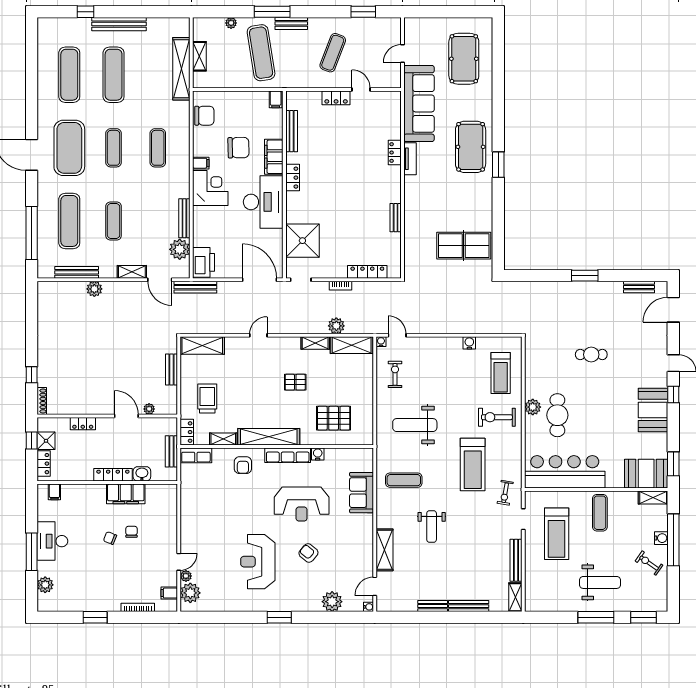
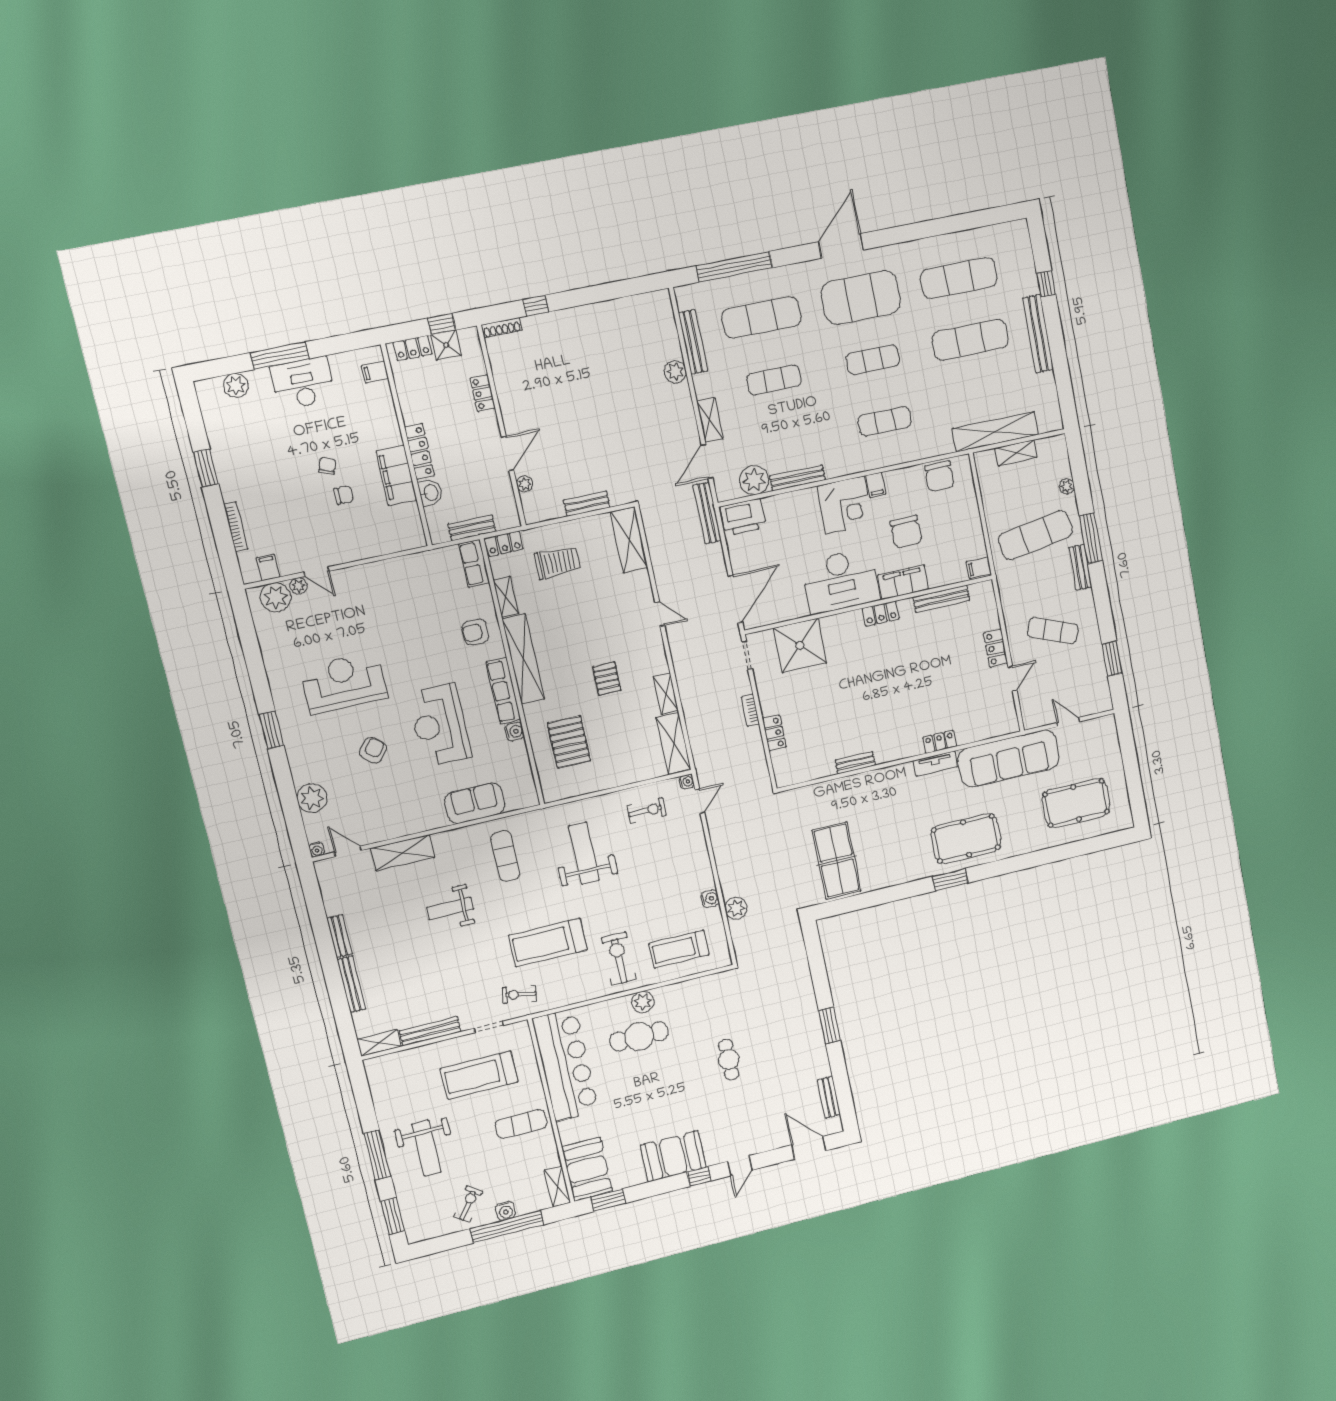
locker: (367, 272) -> (774, 733), width x0.66
plant: (336, 326) -> (736, 908), moved

